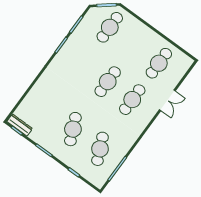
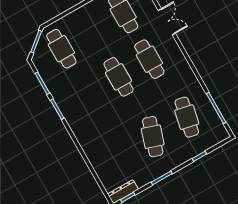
cafe table: (73, 129) -> (153, 137), turned 42
cafe table: (100, 149) -> (187, 117), turned 36

